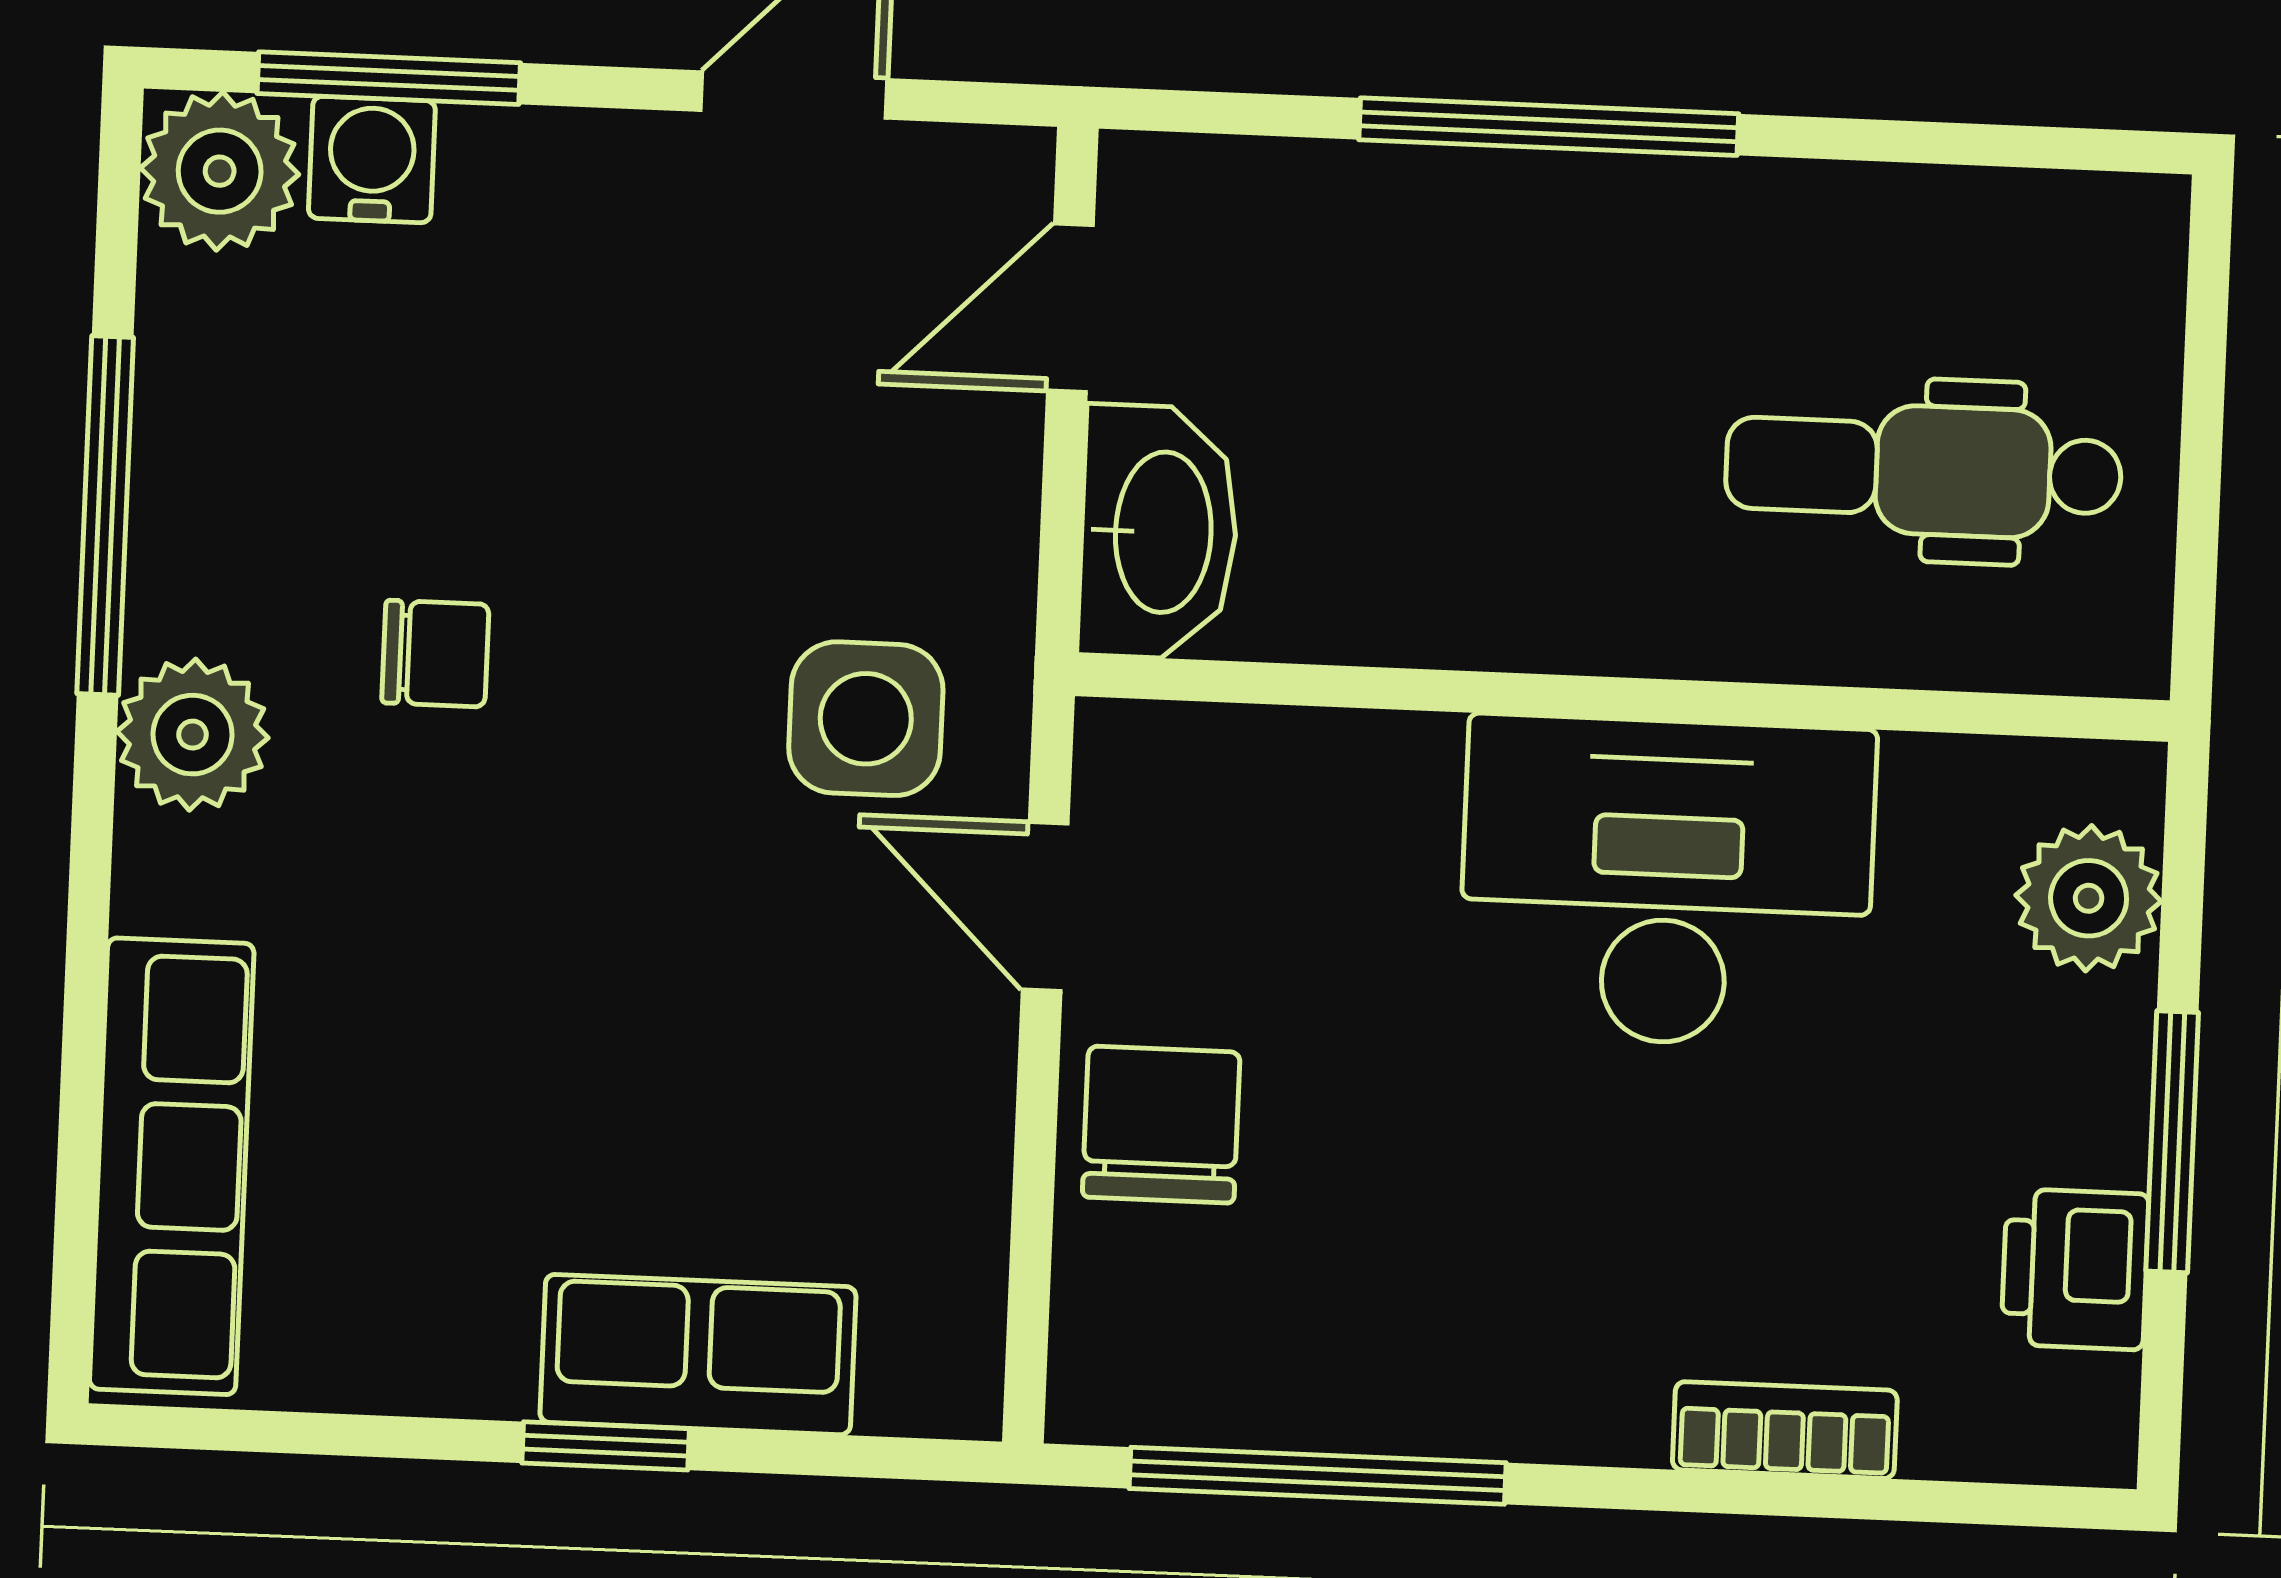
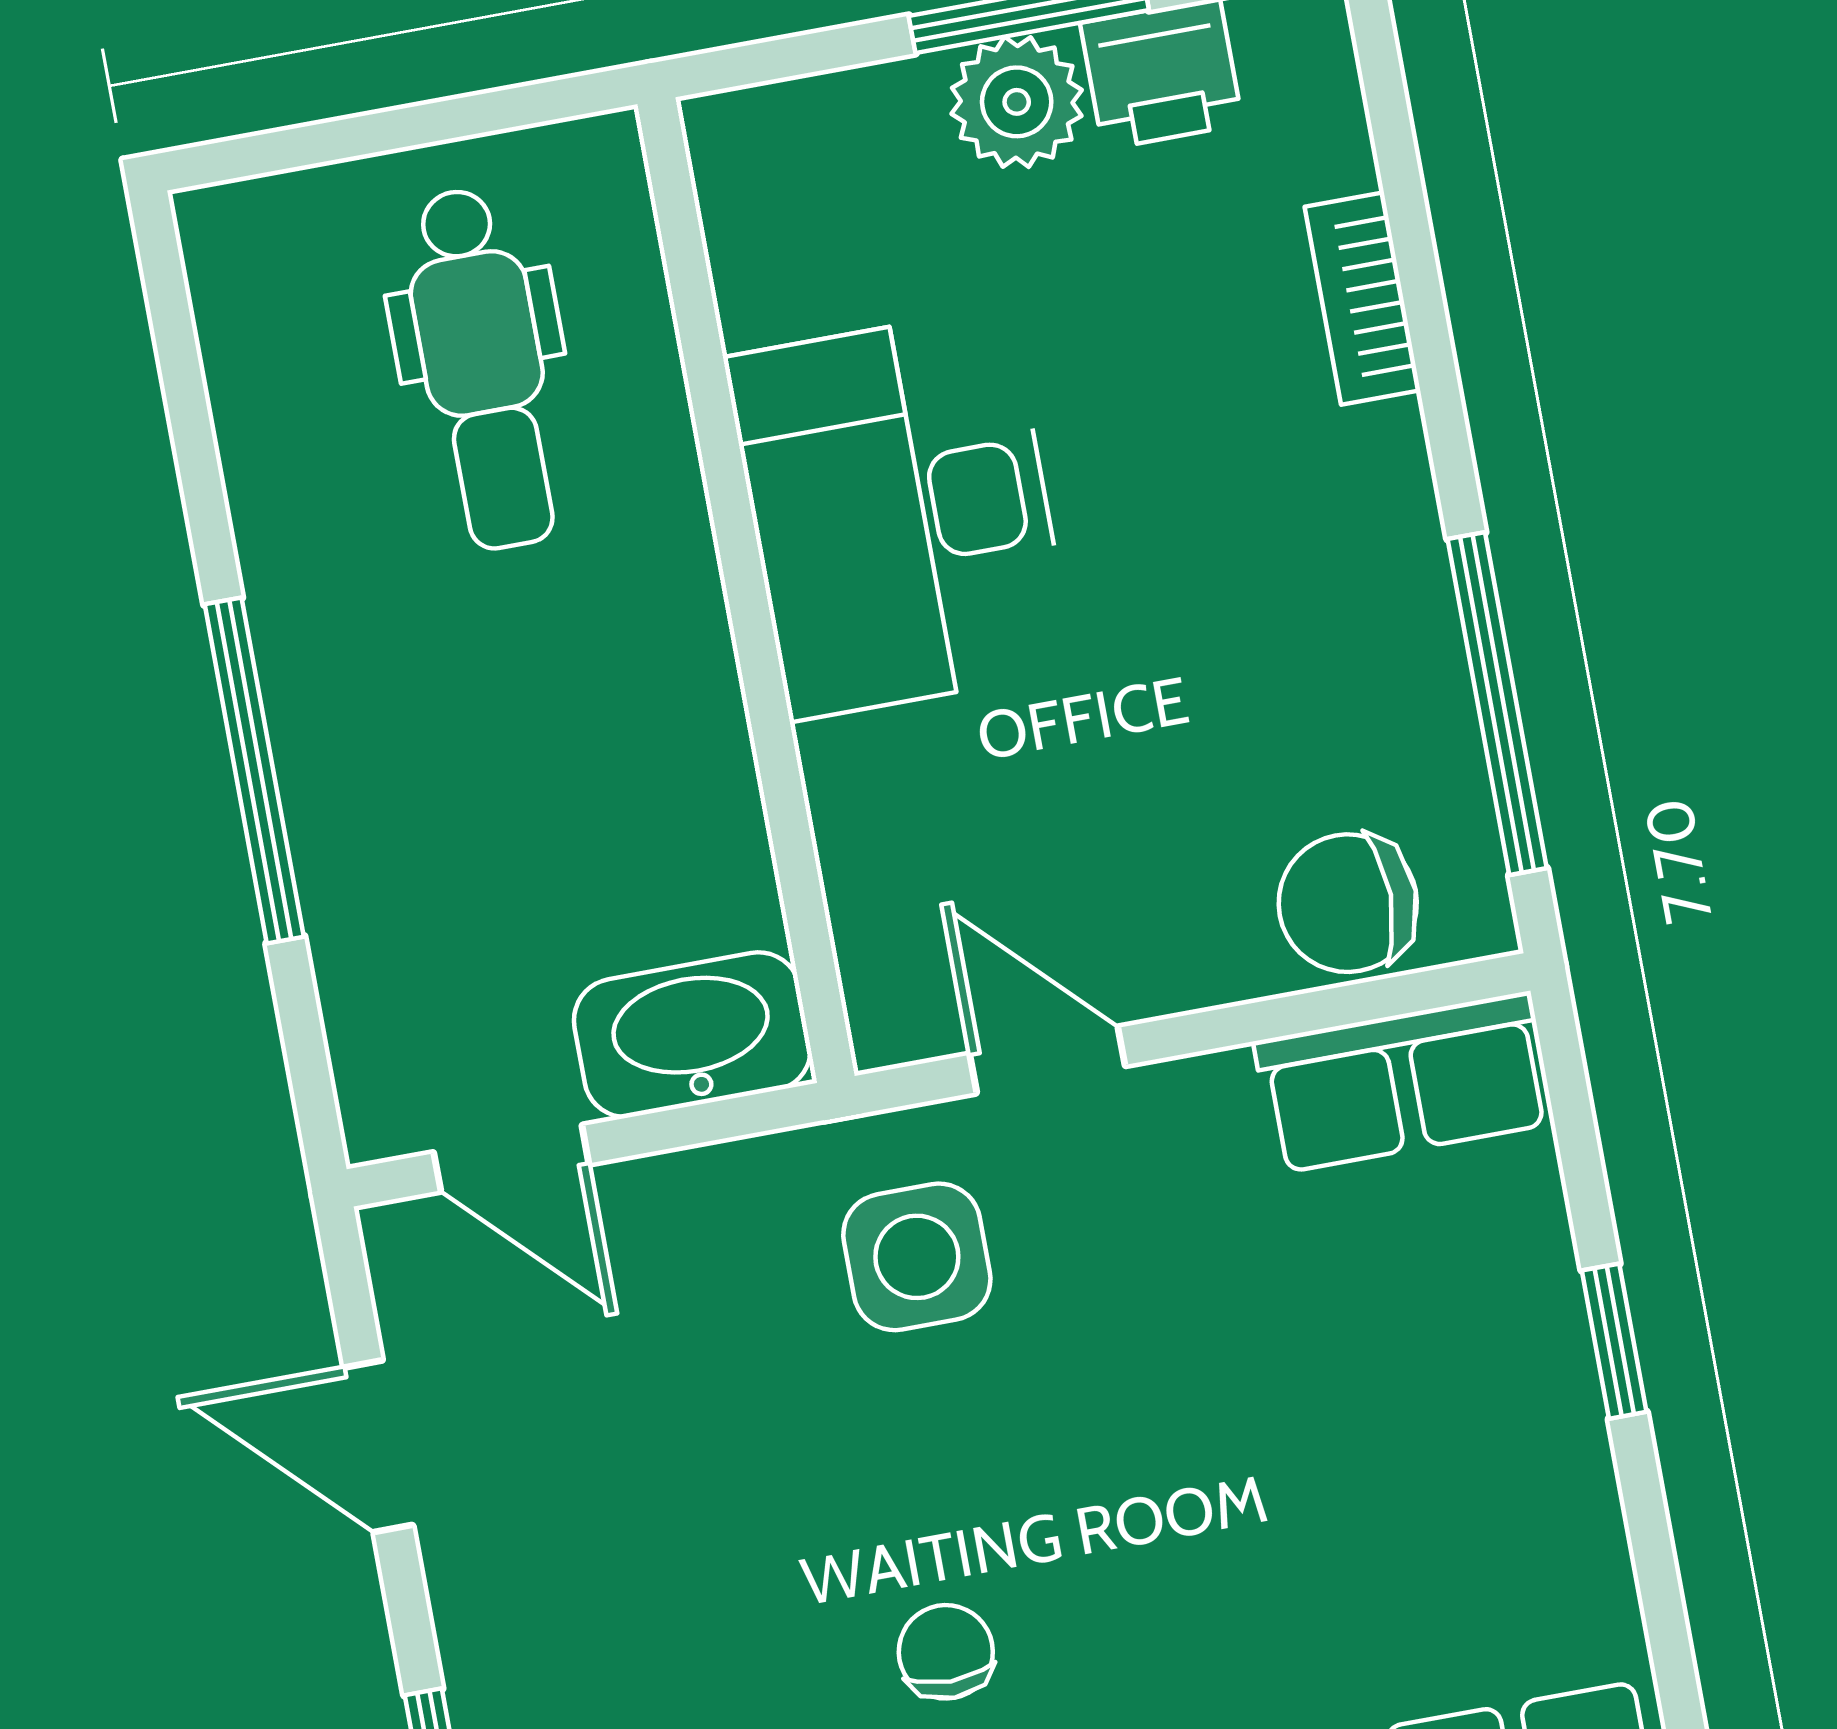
plant: (2089, 898) -> (1017, 102), moved
door: (1045, 907) -> (1047, 1060), swing flipped
chair: (1161, 1125) -> (1348, 903), moved
row of seats: (698, 1355) -> (1404, 1082), moved, turned -90

